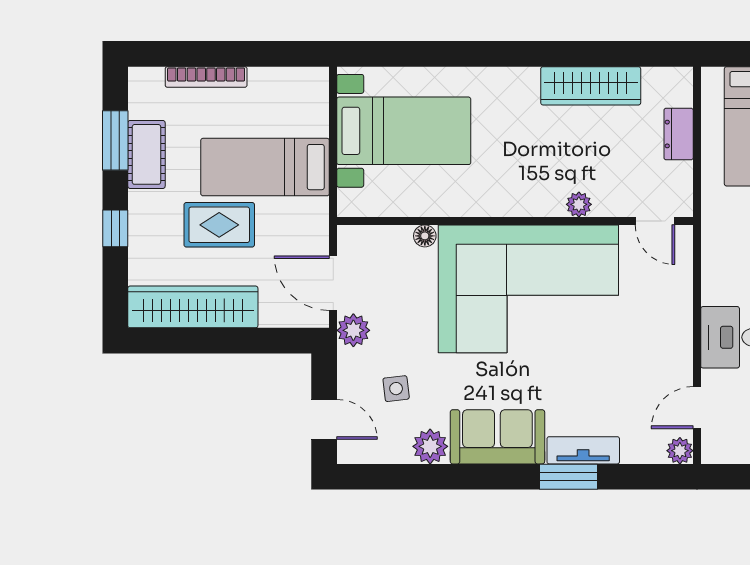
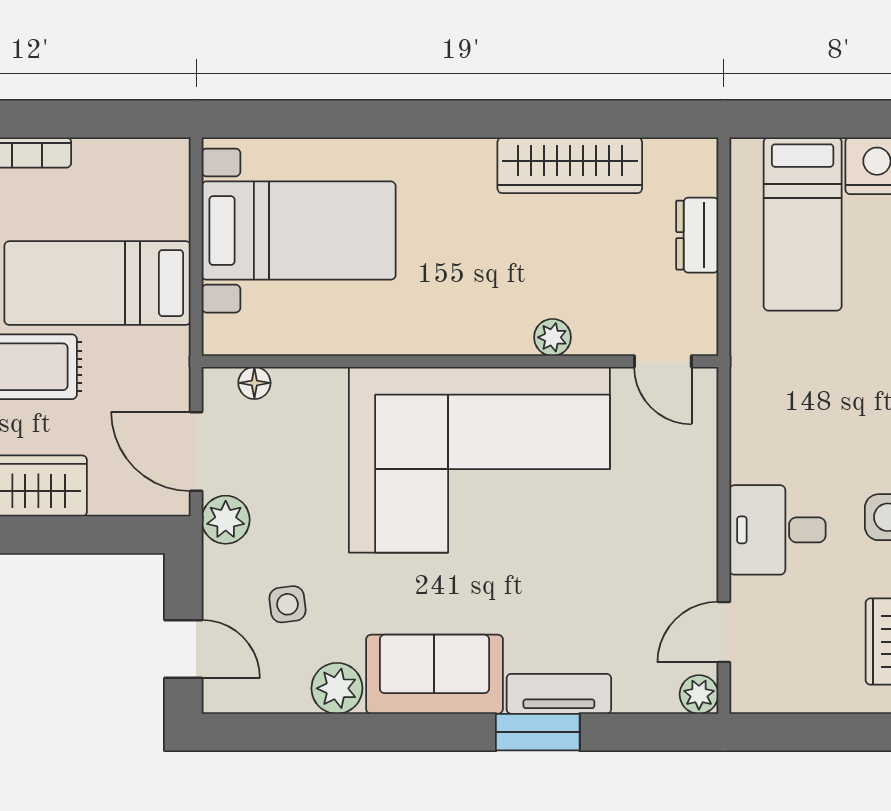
floor lamp: (425, 236) -> (254, 383), moved

